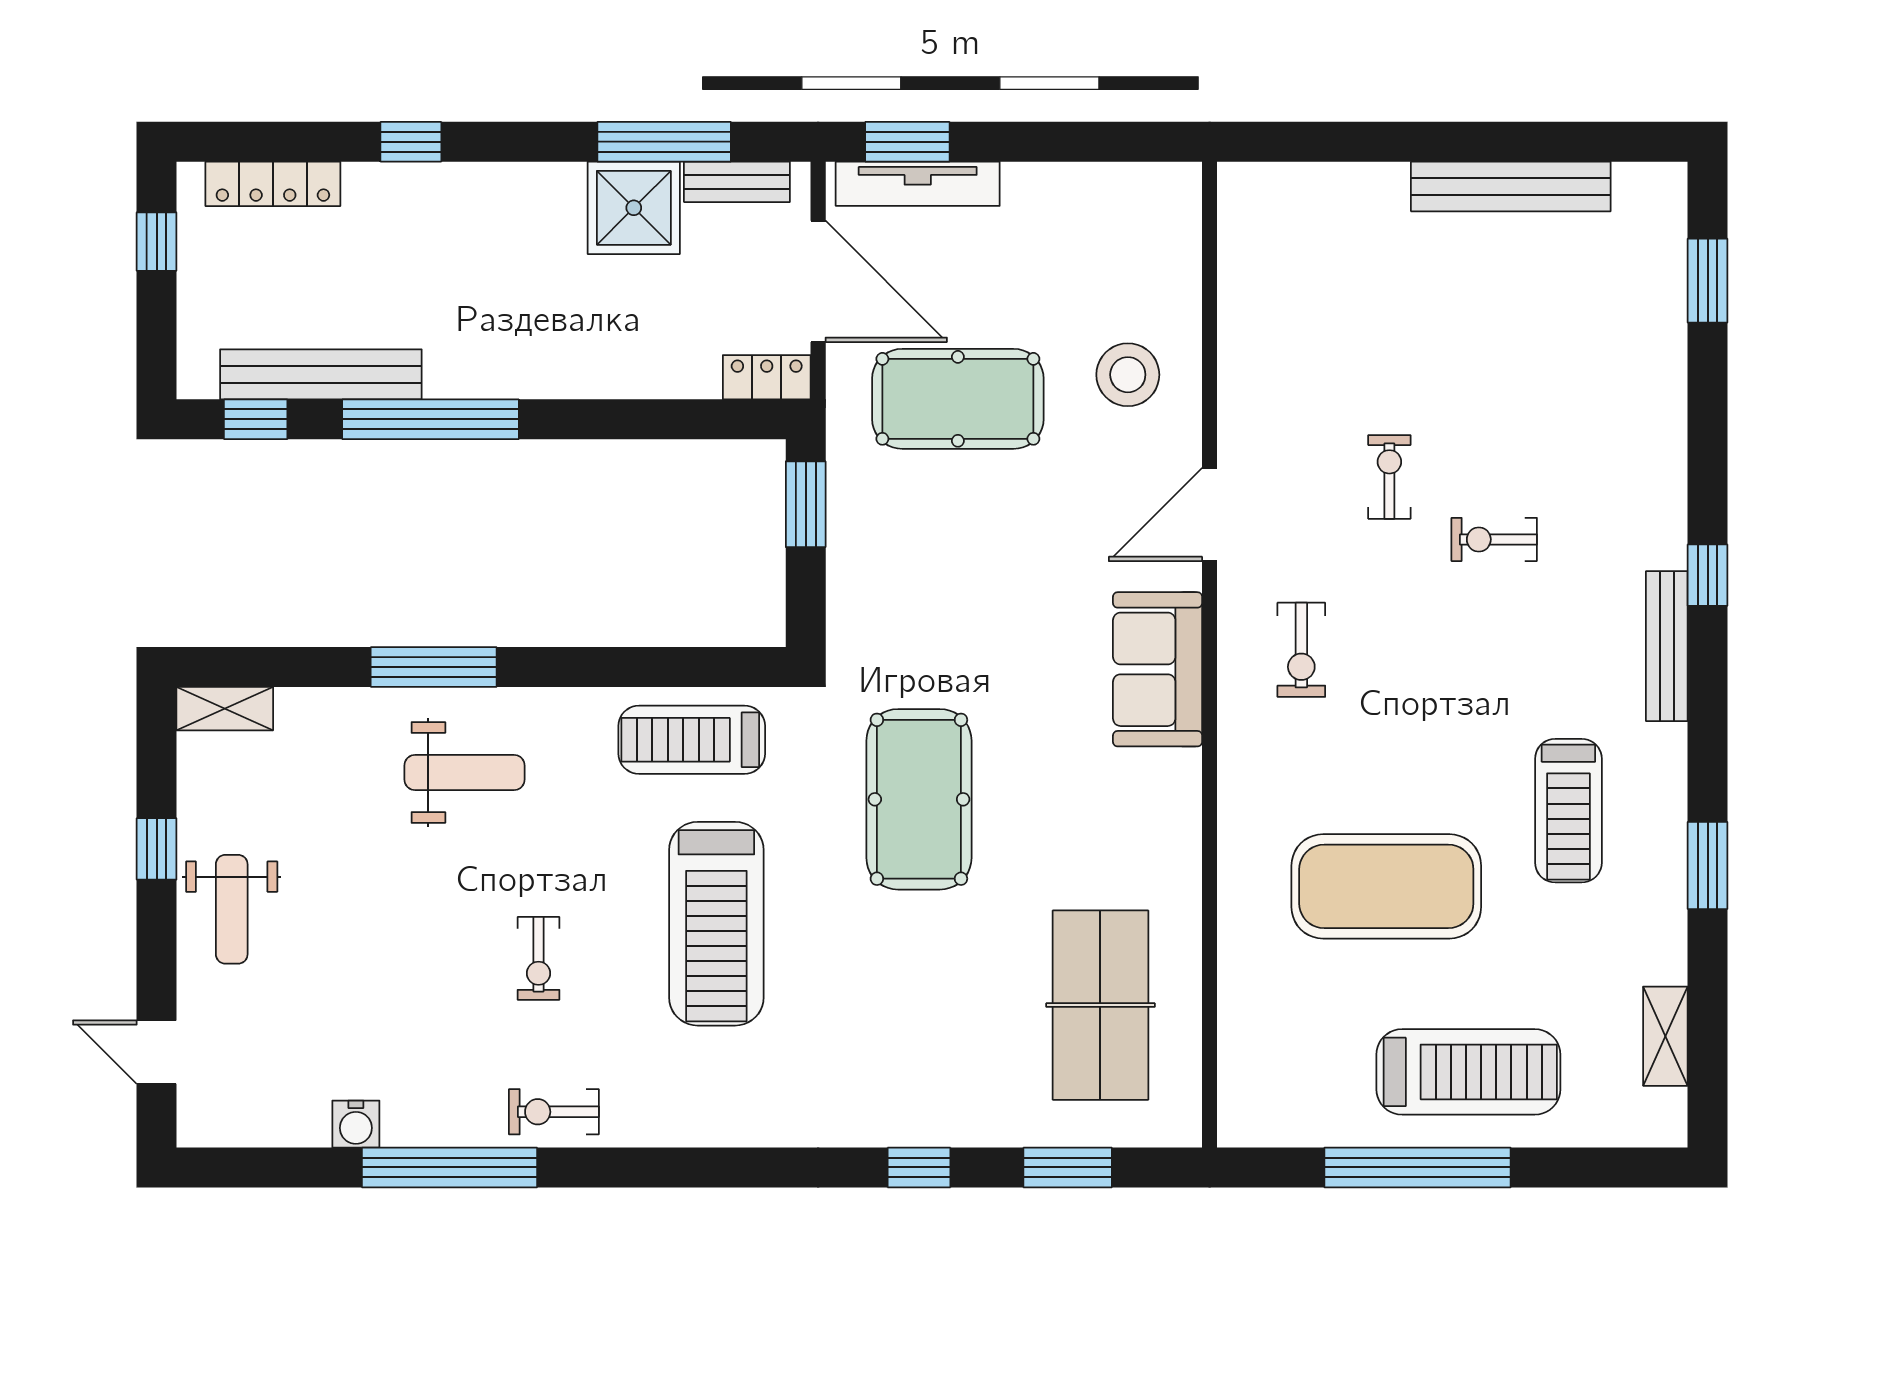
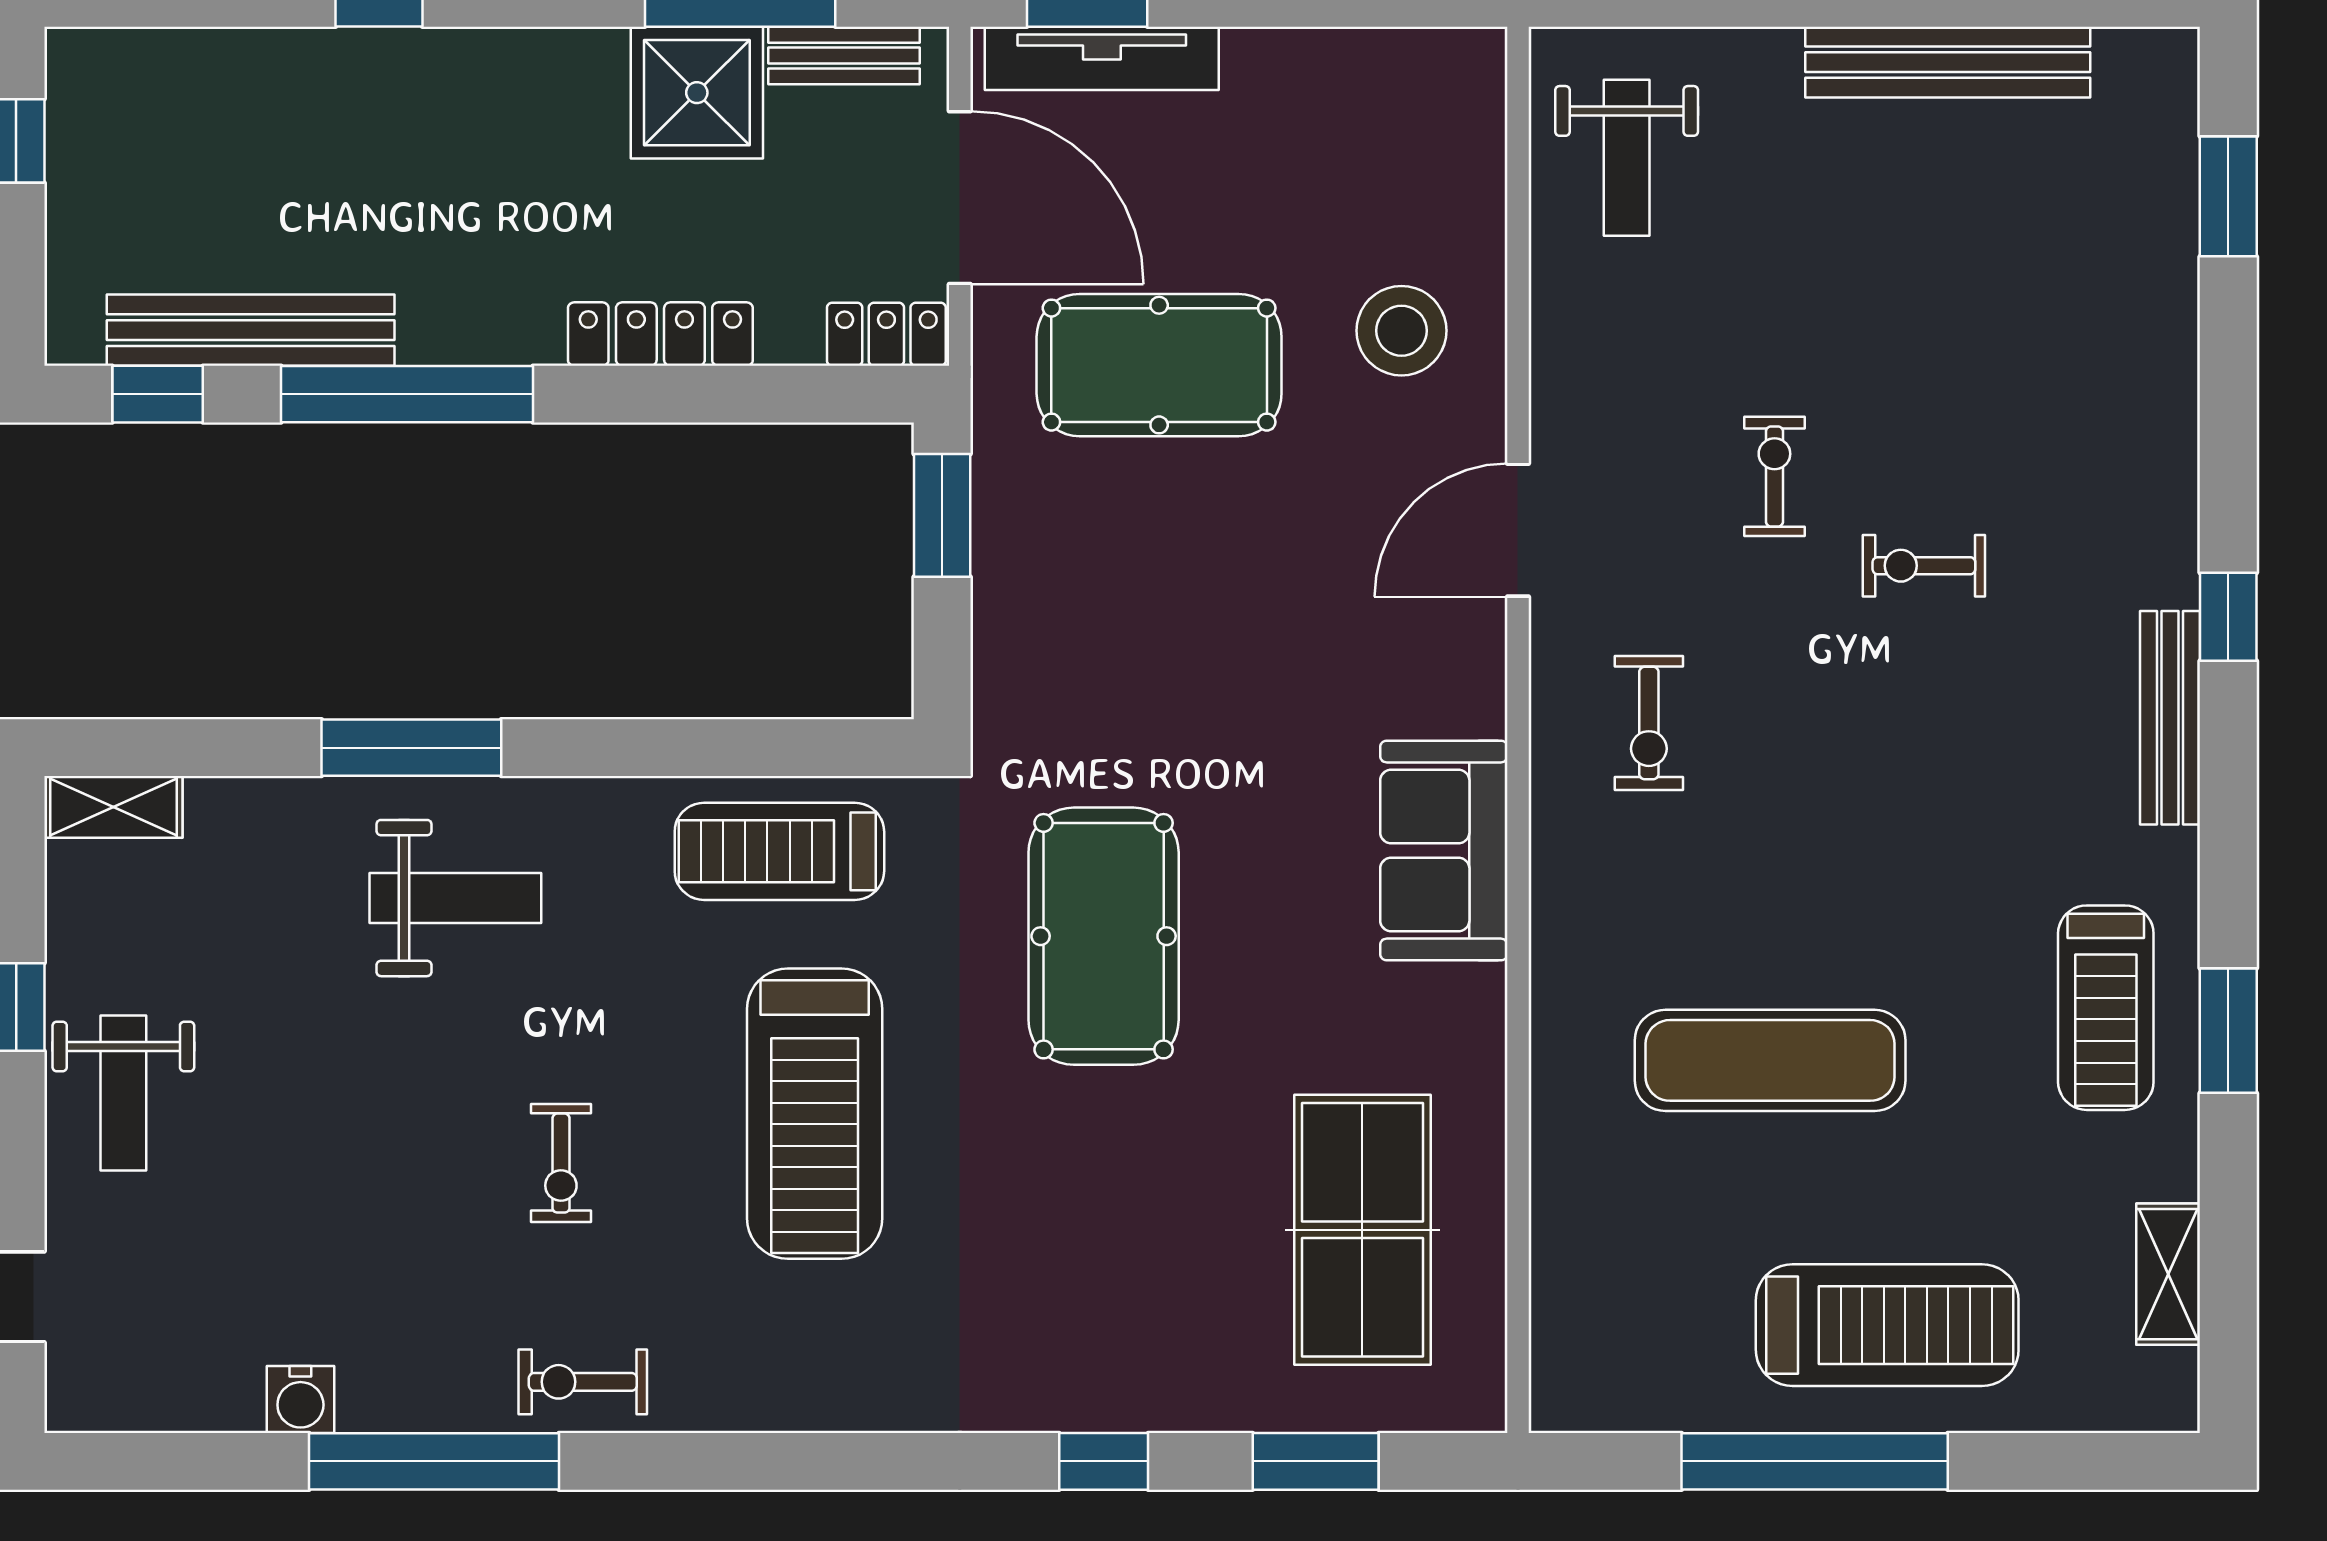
locker: (273, 184) -> (660, 334), moved, turned 180
weight bench: (1286, 253) -> (1627, 158), added
sofa: (1158, 669) -> (1444, 850), moved
treadmill: (1568, 811) -> (2106, 1008), moved
exercise mat: (1386, 886) -> (1770, 1060), width x0.68

